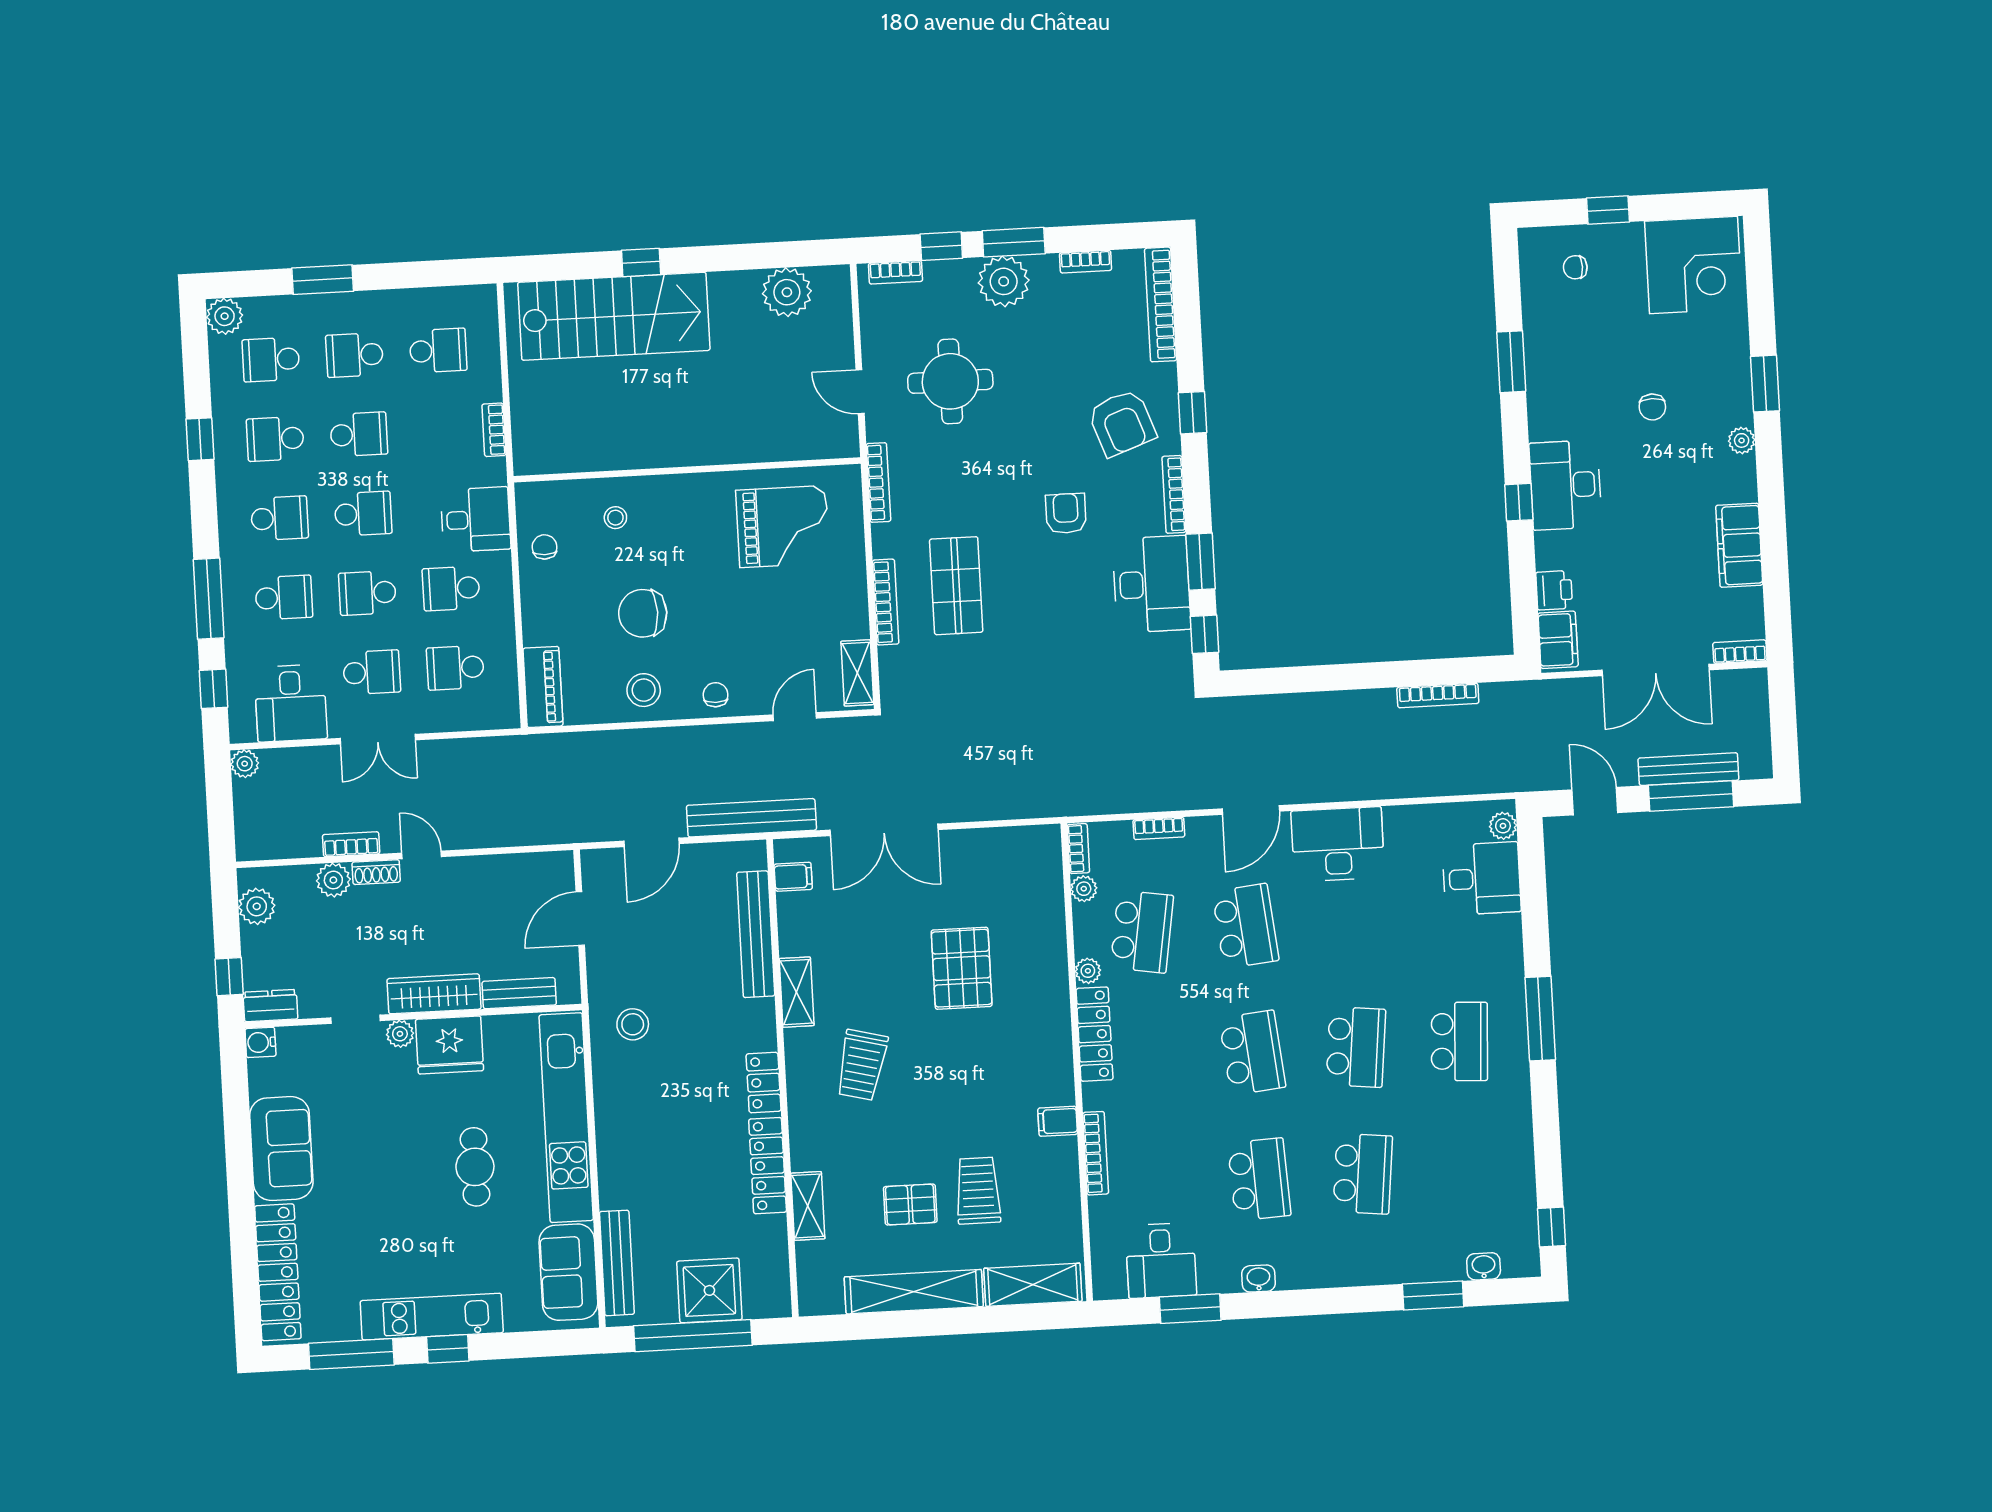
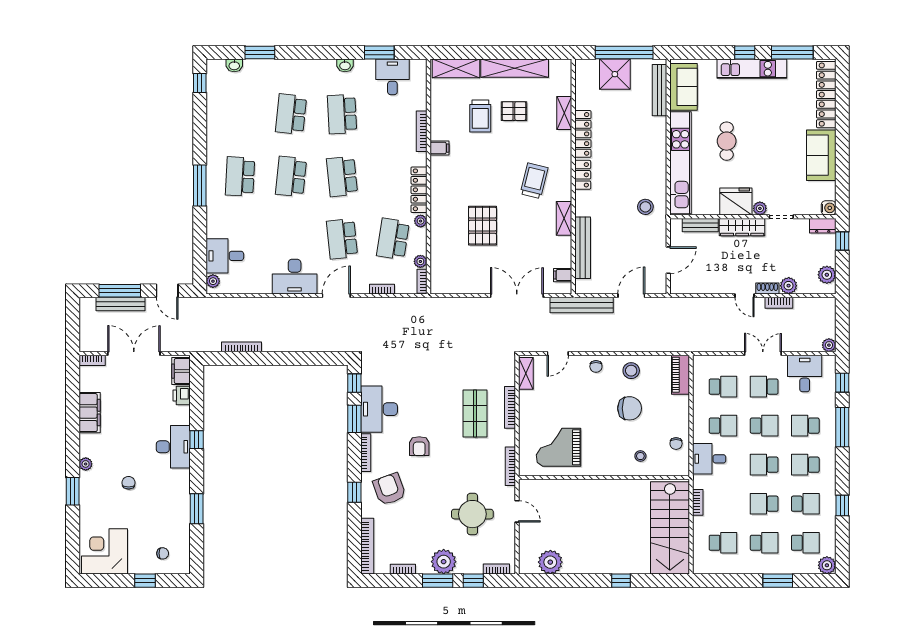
stairs: (614, 316) -> (670, 528), moved, turned -90
school desk: (438, 351) -> (723, 543), turned 180

